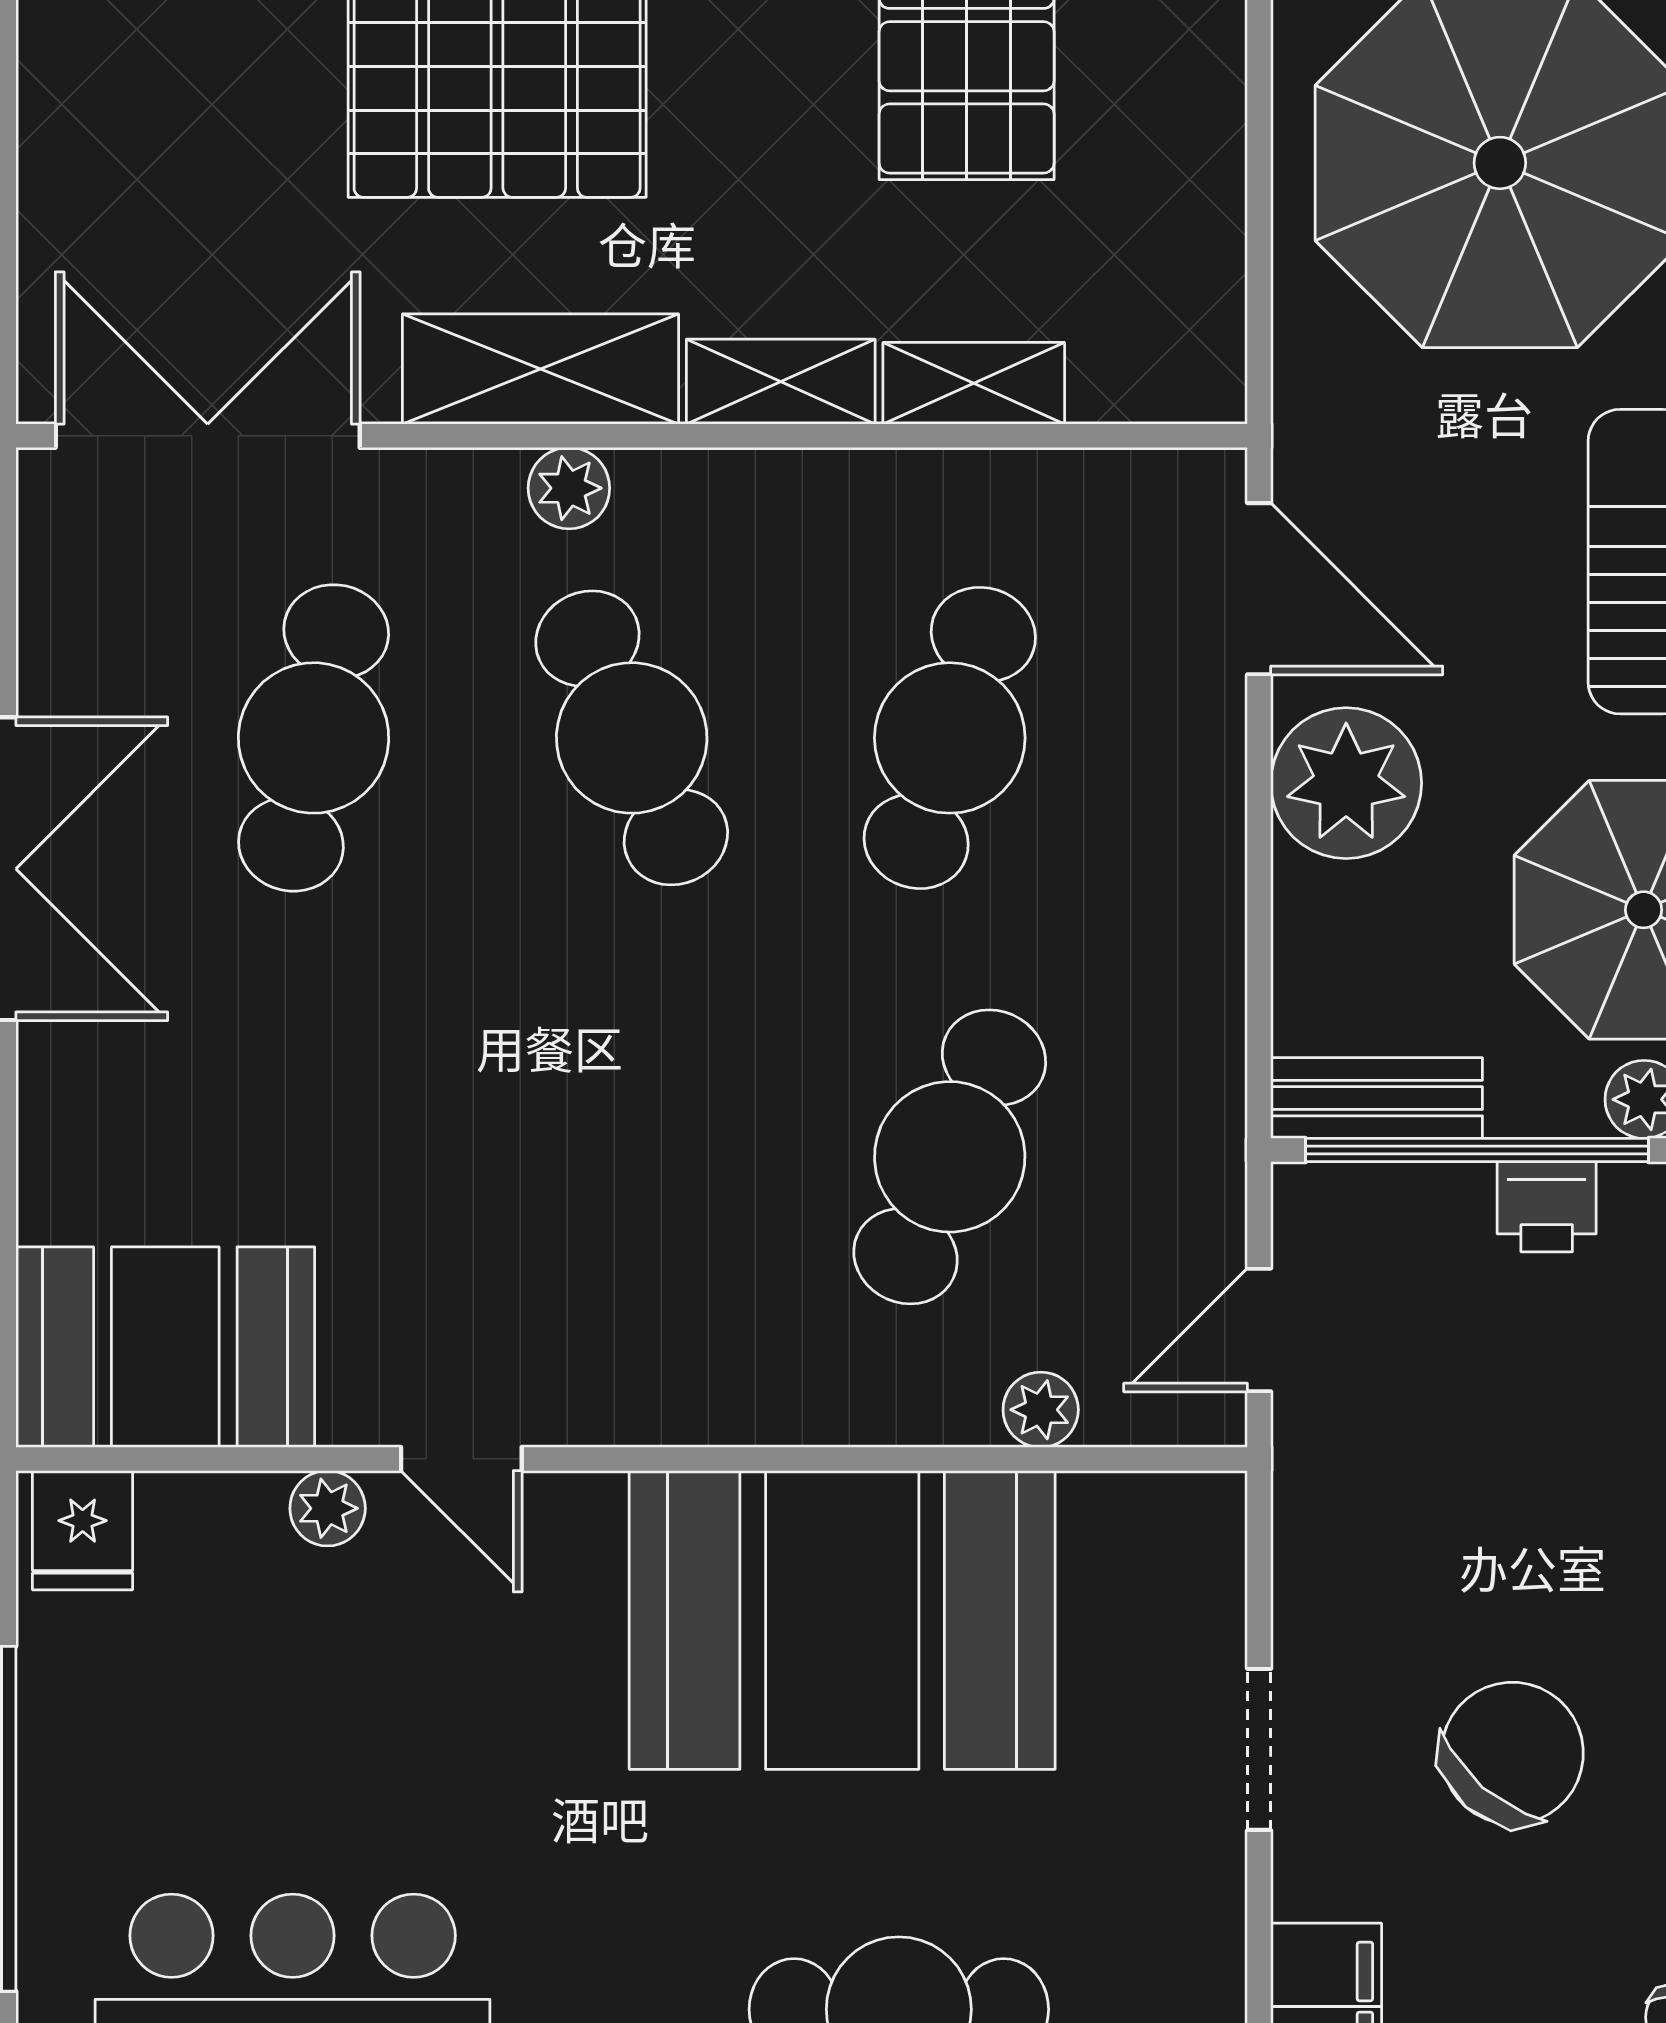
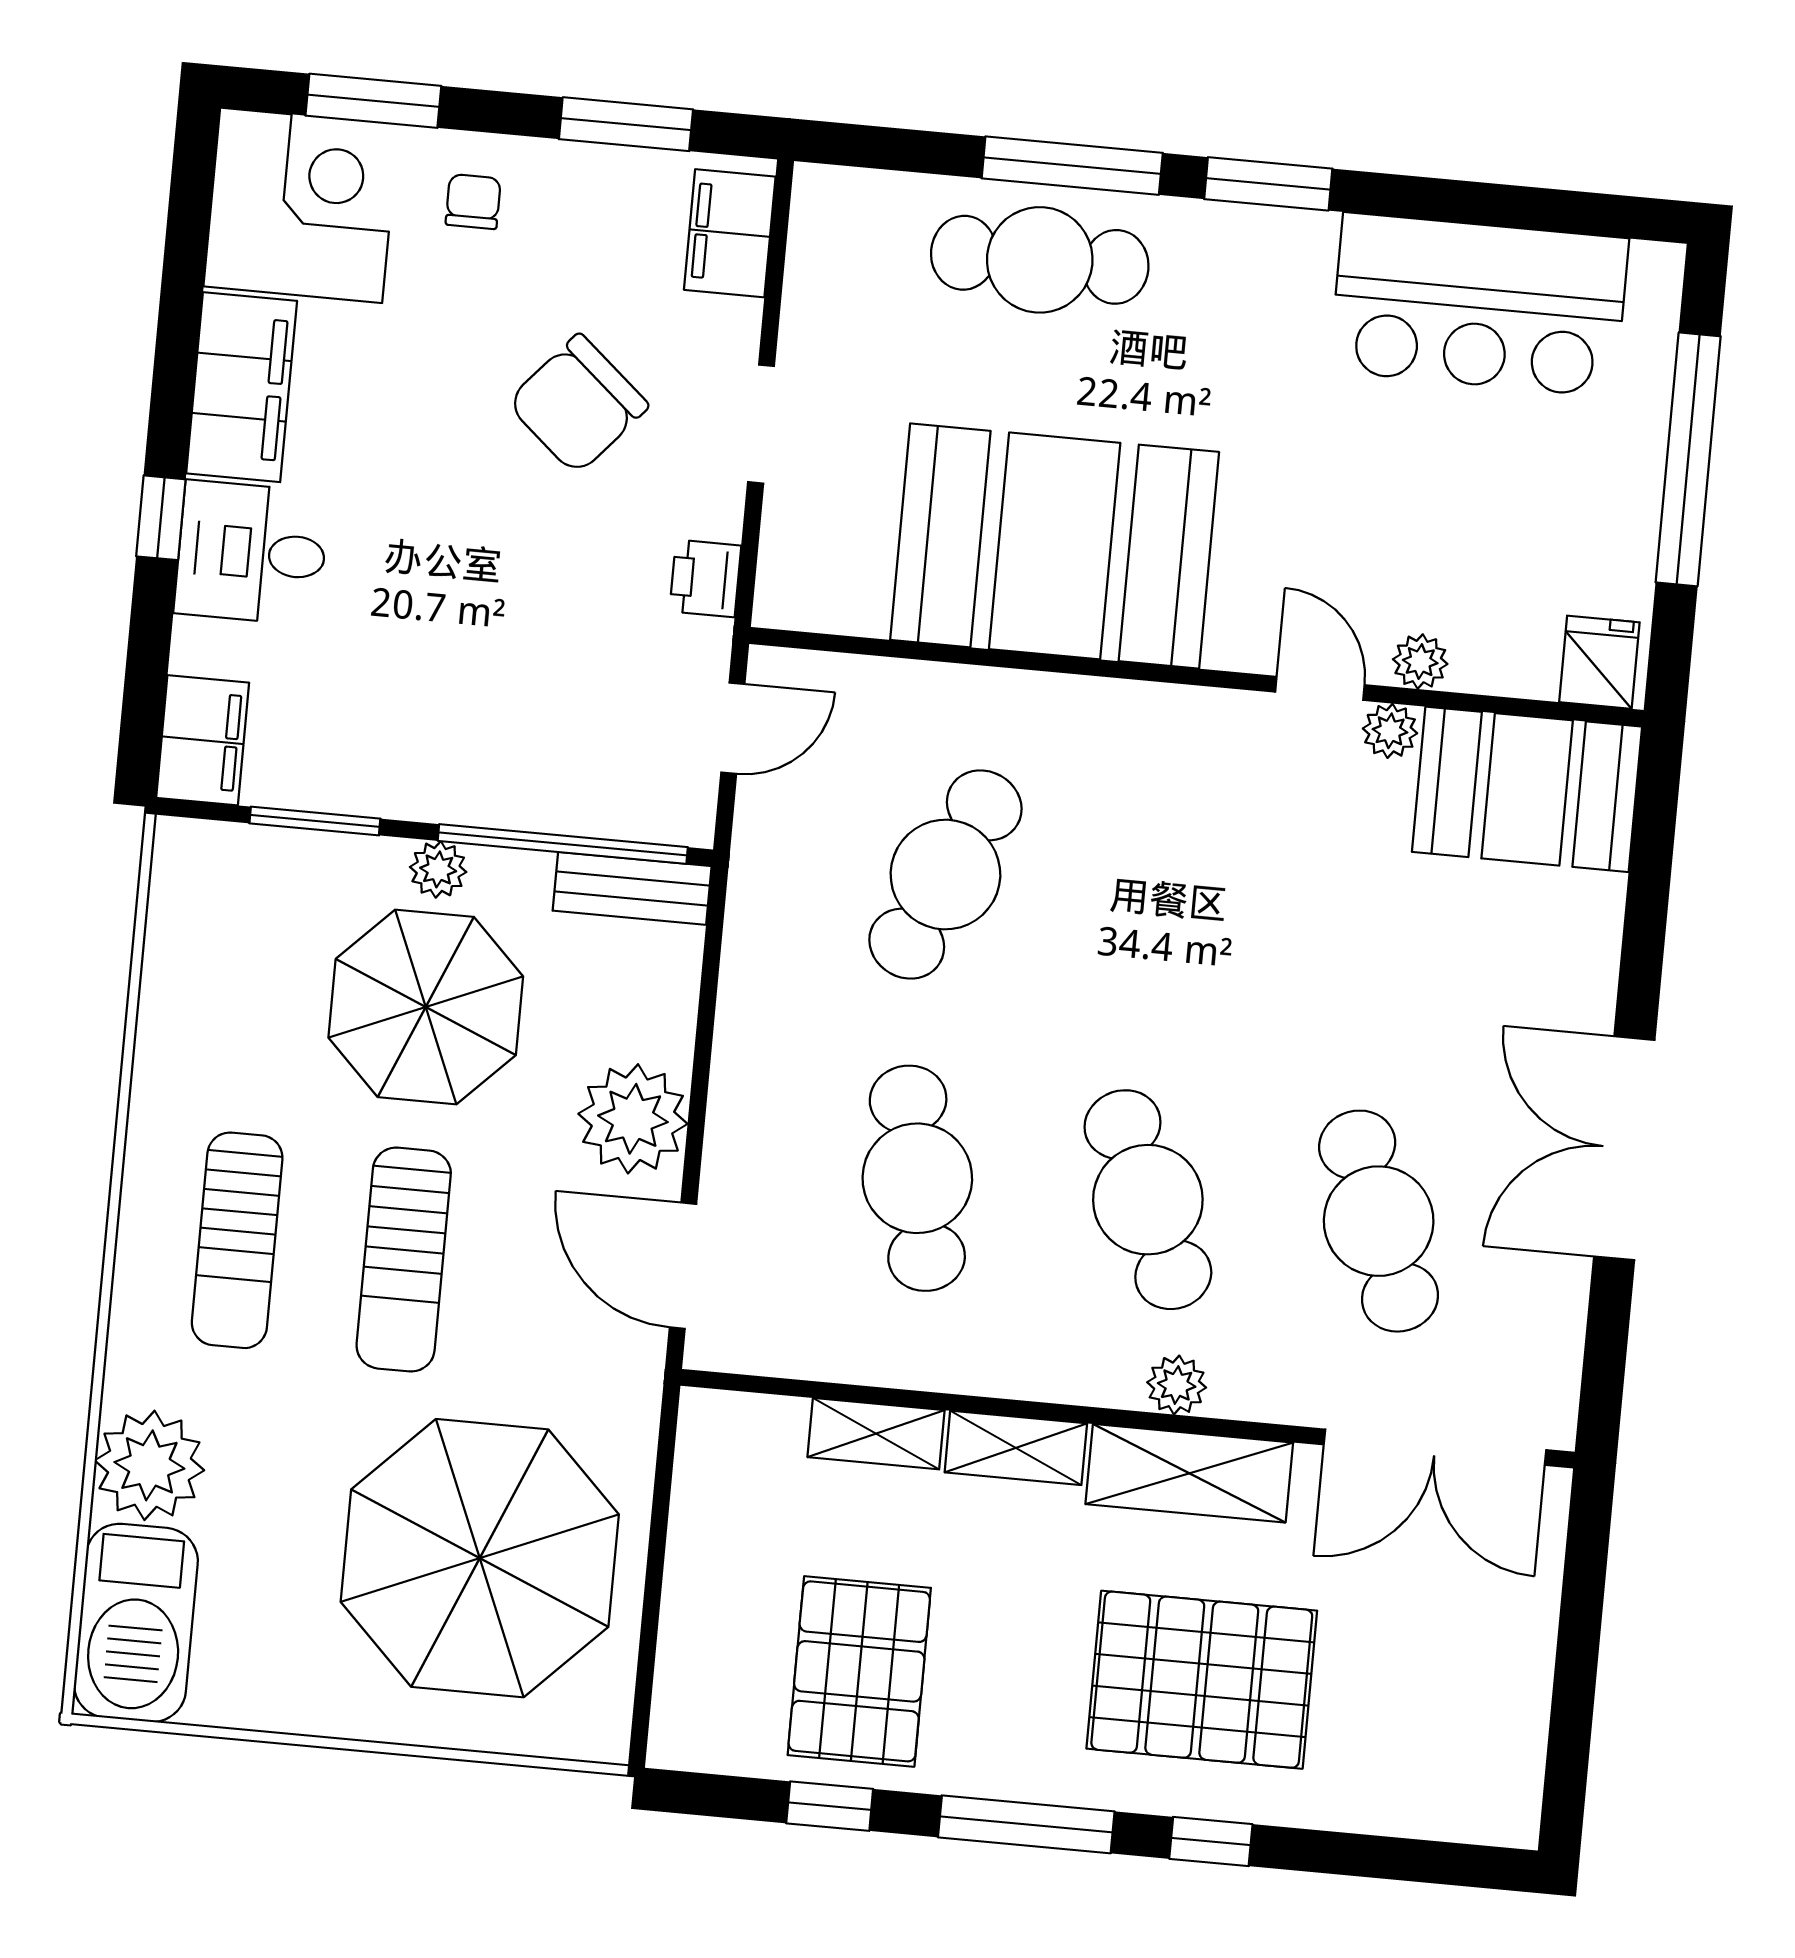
cafe table: (314, 738) -> (1379, 1221), turned -33
cafe table: (950, 738) -> (917, 1178), turned -30
printer: (1547, 1207) -> (705, 578), moved, turned -90
plant: (1041, 1410) -> (1390, 731), moved

